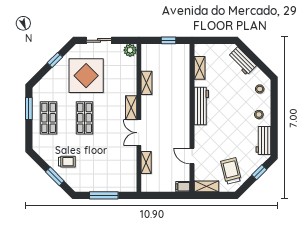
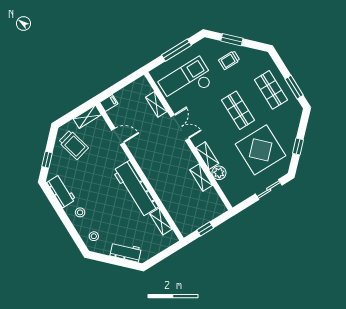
plant: (130, 50) -> (219, 173), moved
workbench: (201, 106) -> (136, 189), width x1.36, depth x1.32
shelving: (131, 108) -> (207, 156), moved
checkout: (111, 166) -> (187, 82), added

